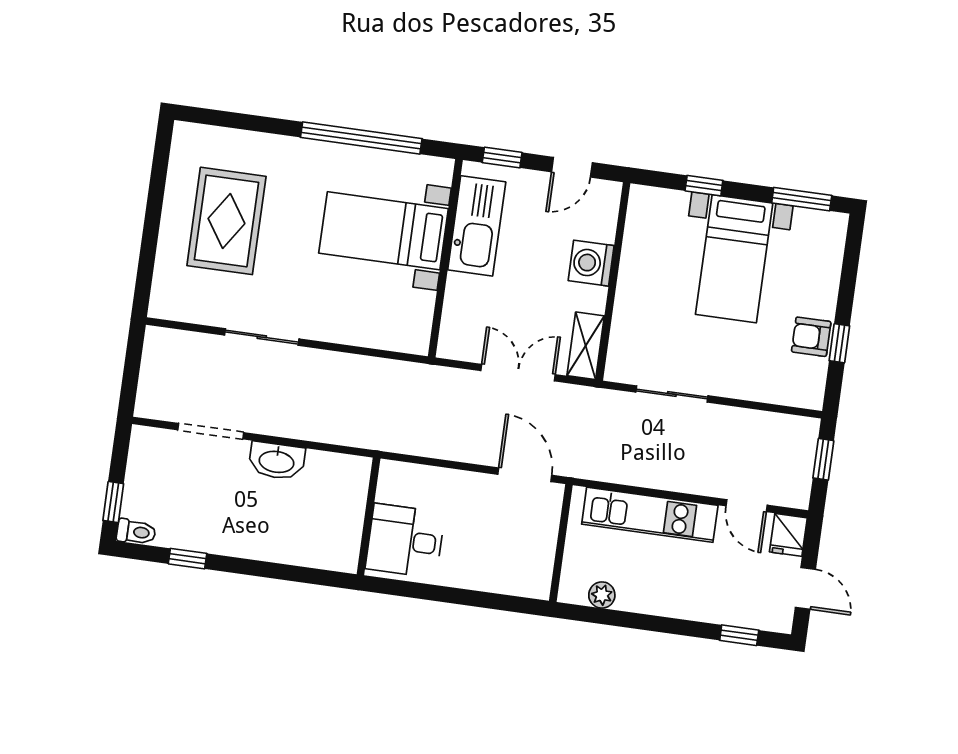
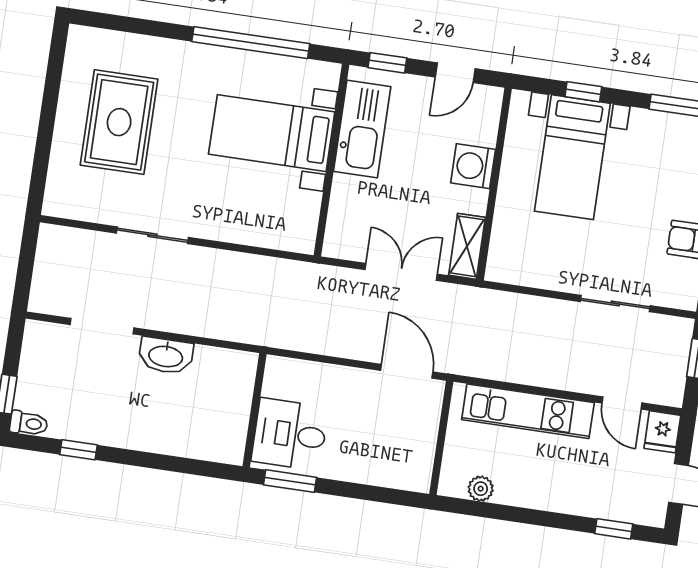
bed with nightstands: (734, 259) -> (572, 157), moved
sliding door: (672, 394) -> (615, 304), moved
window: (406, 589) -> (290, 481), added

